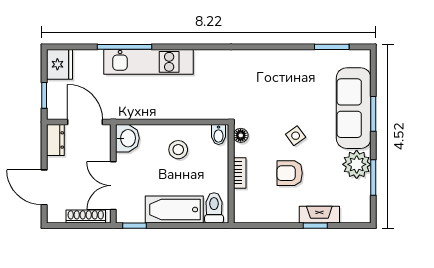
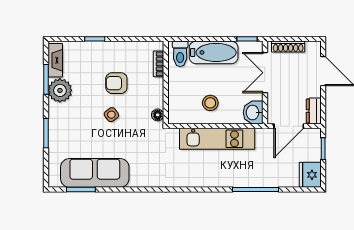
kitchen unit: (149, 62) -> (217, 139), moved, turned 180
sofa: (354, 108) -> (95, 173), moved, turned -90
door: (85, 122) -> (289, 126), hinge flipped
bidet: (219, 135) -> (176, 116), removed
bookcase: (240, 173) -> (159, 64), moved
armchair: (290, 173) -> (116, 83), turned 180
double door: (113, 186) -> (265, 73), swing flipped
fireplace: (319, 215) -> (55, 60), moved, turned -90

